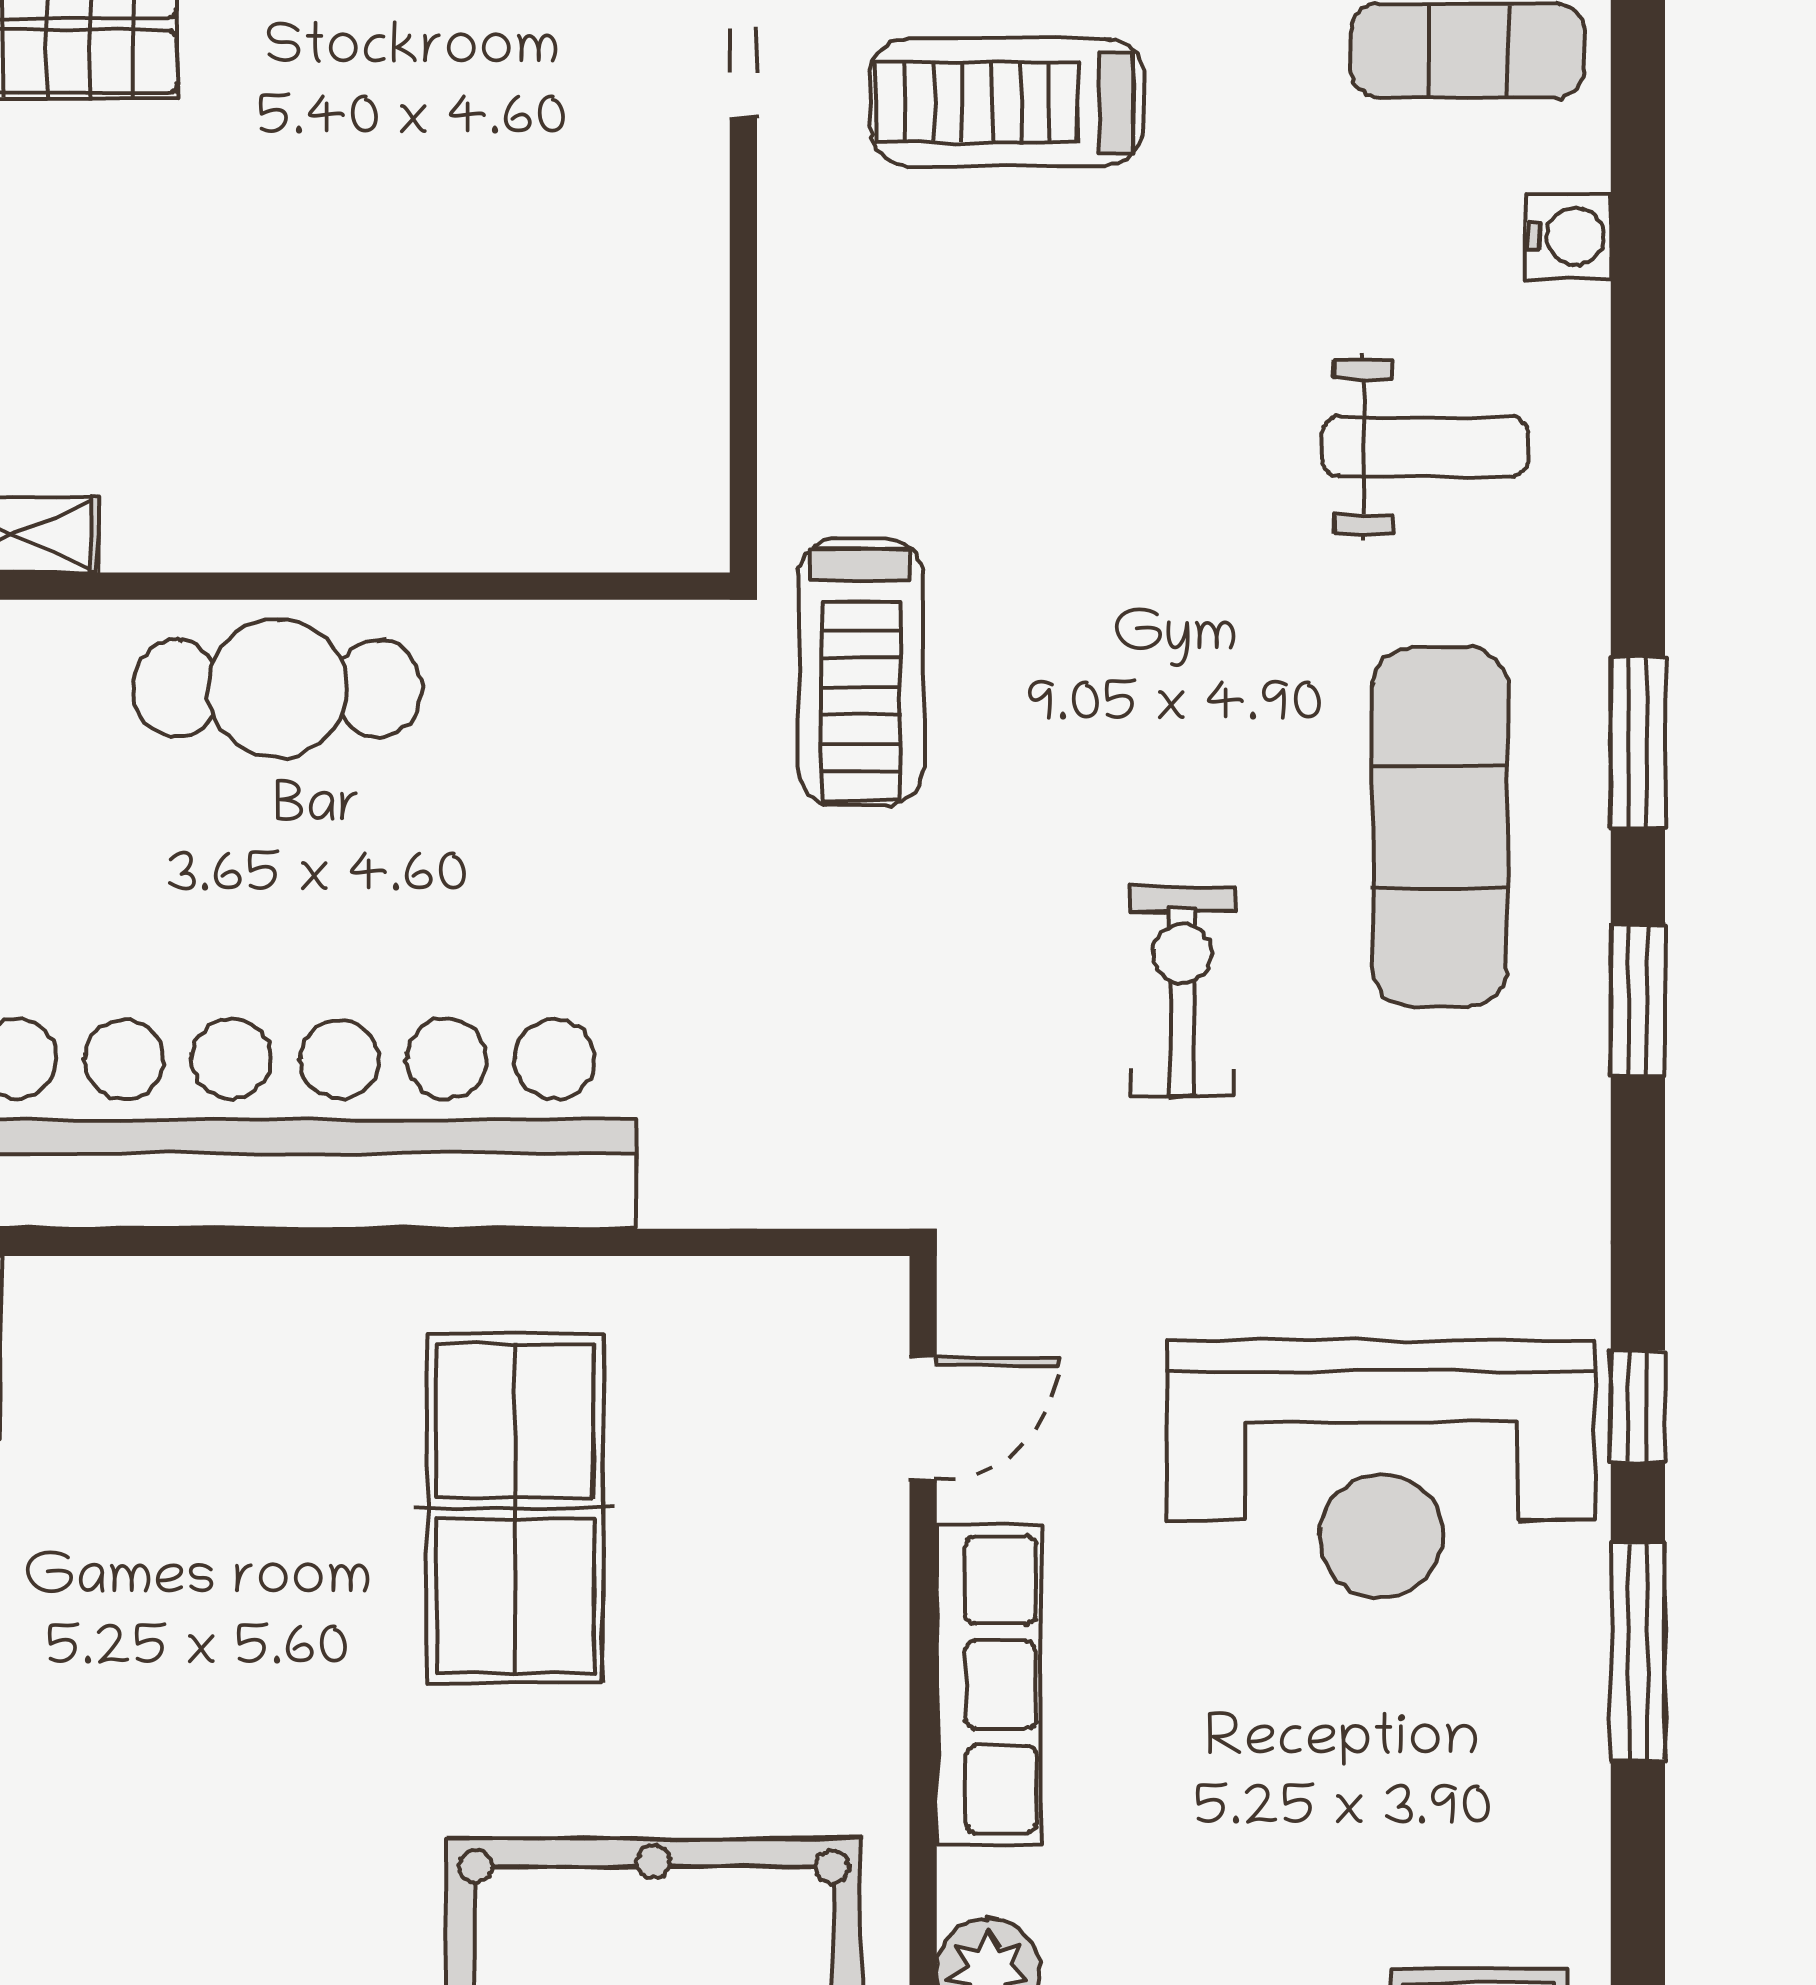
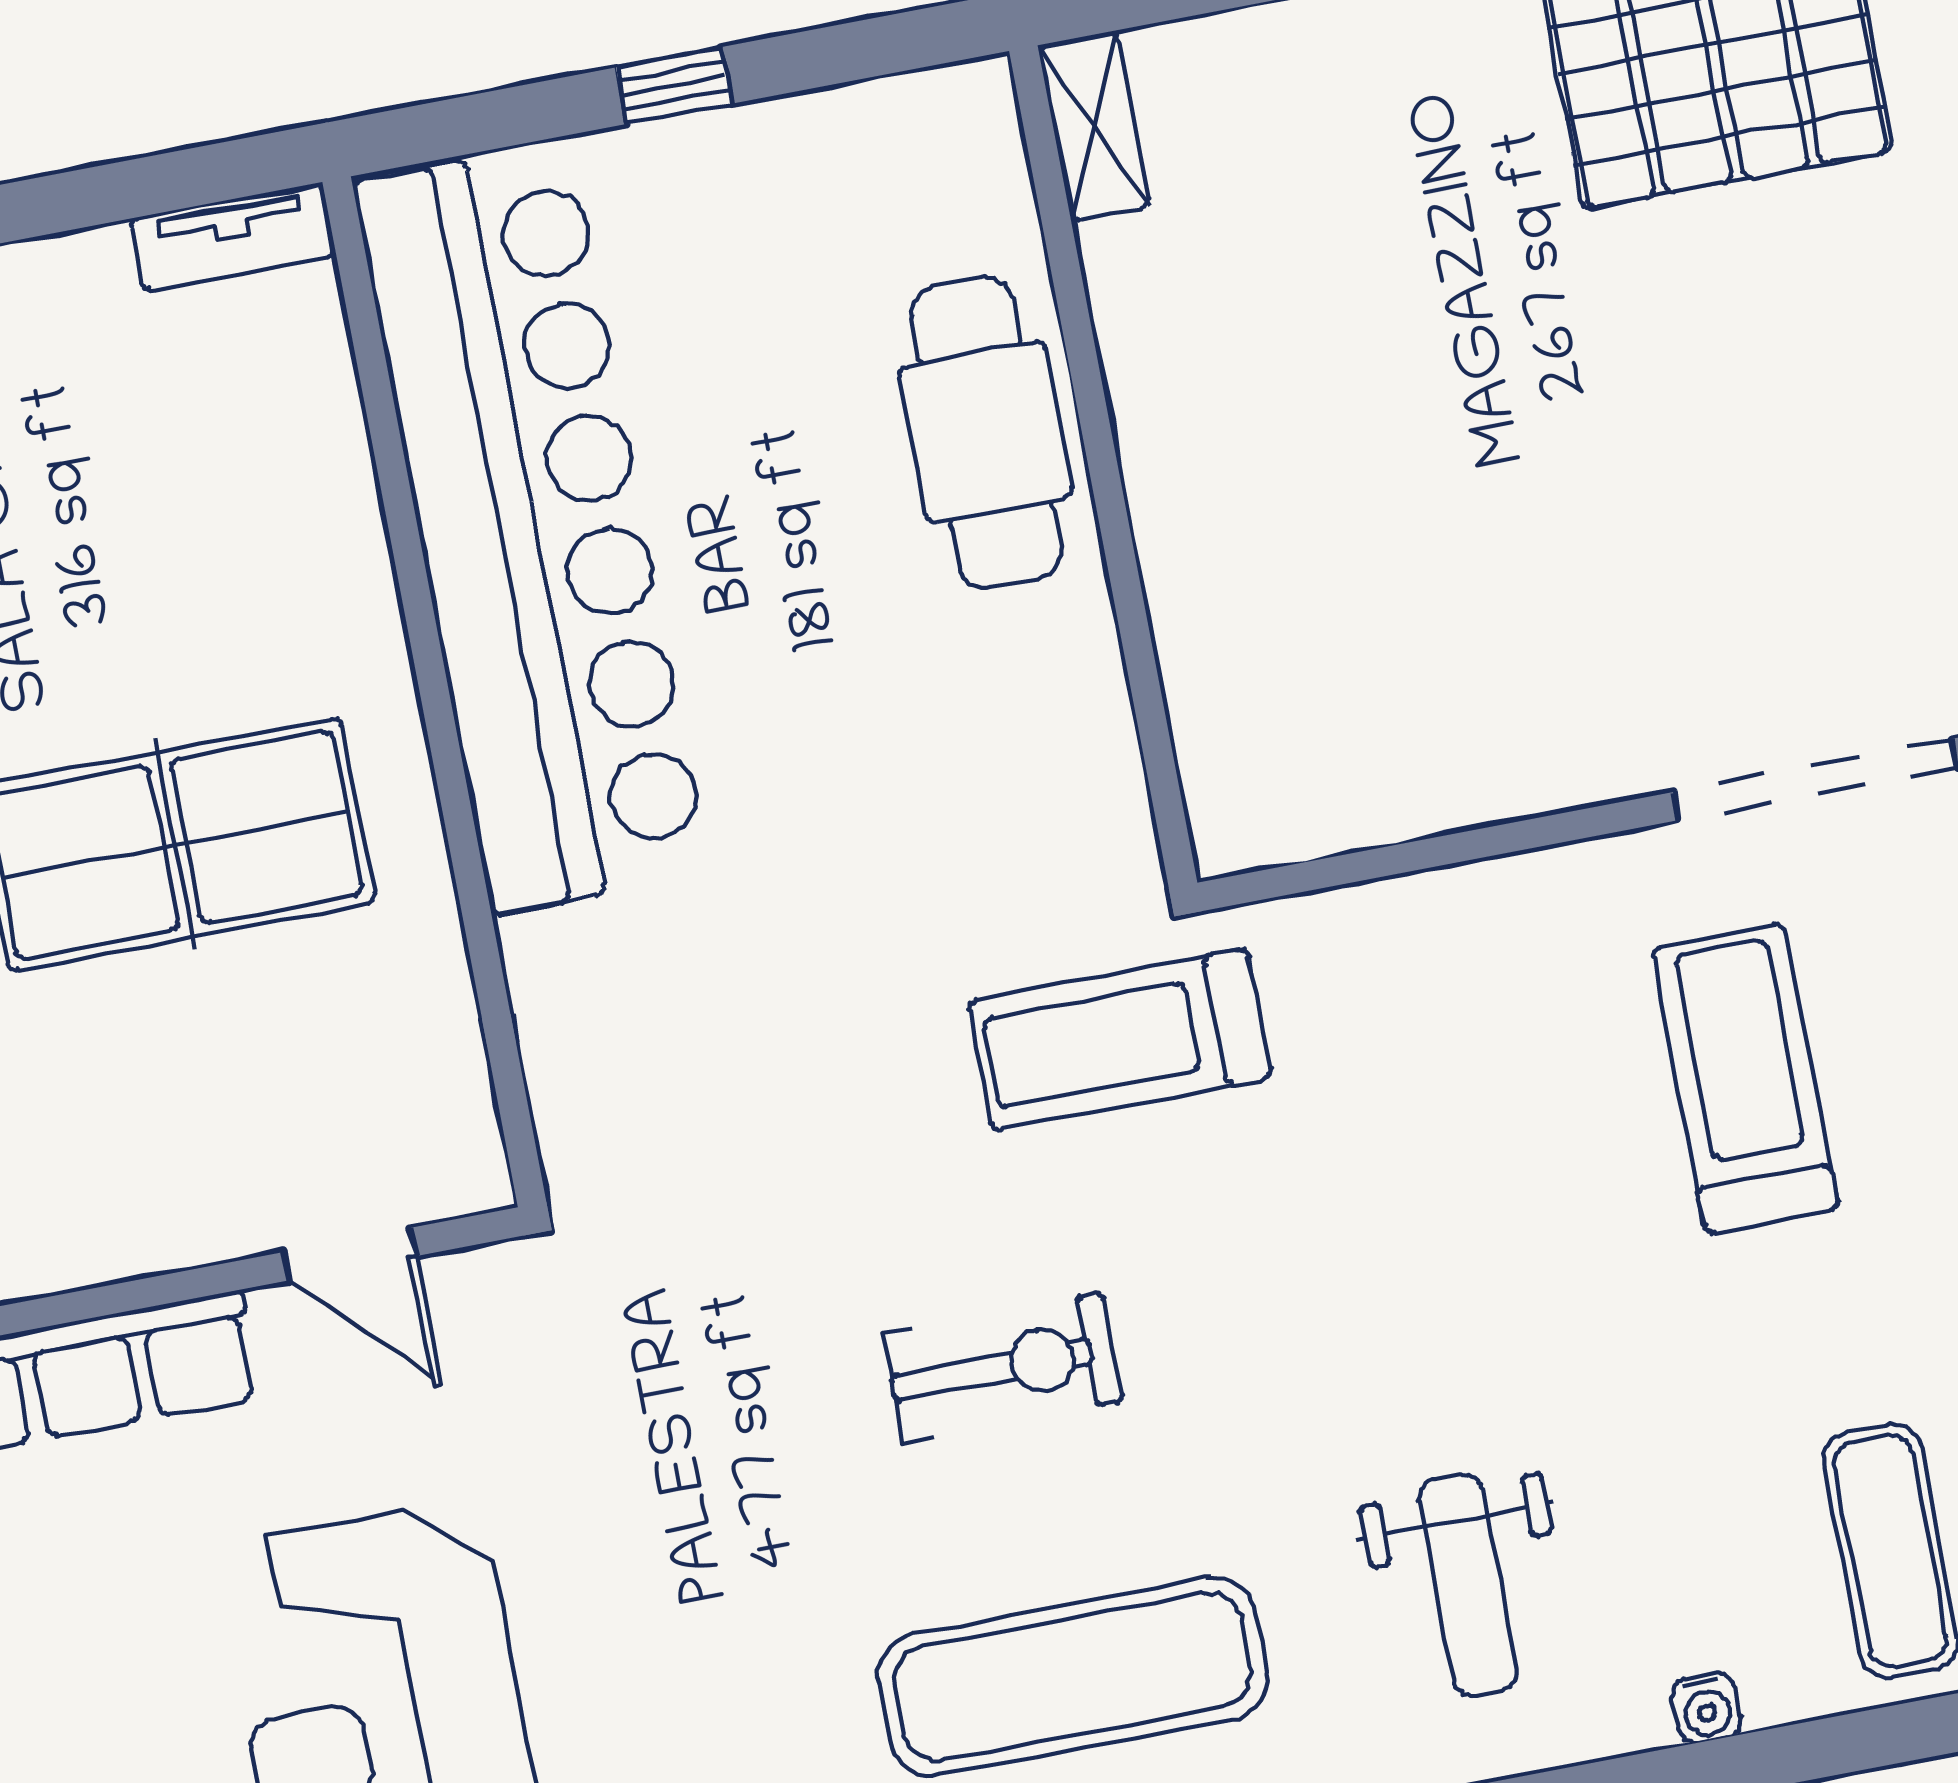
water cooler: (1569, 236) -> (1707, 1708), width x0.72, depth x0.72
exercise bike: (1182, 992) -> (1003, 1368), moved

